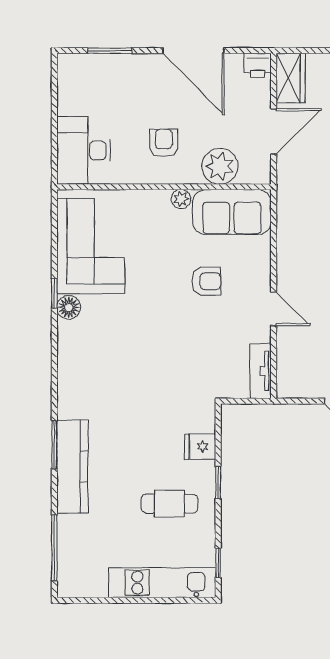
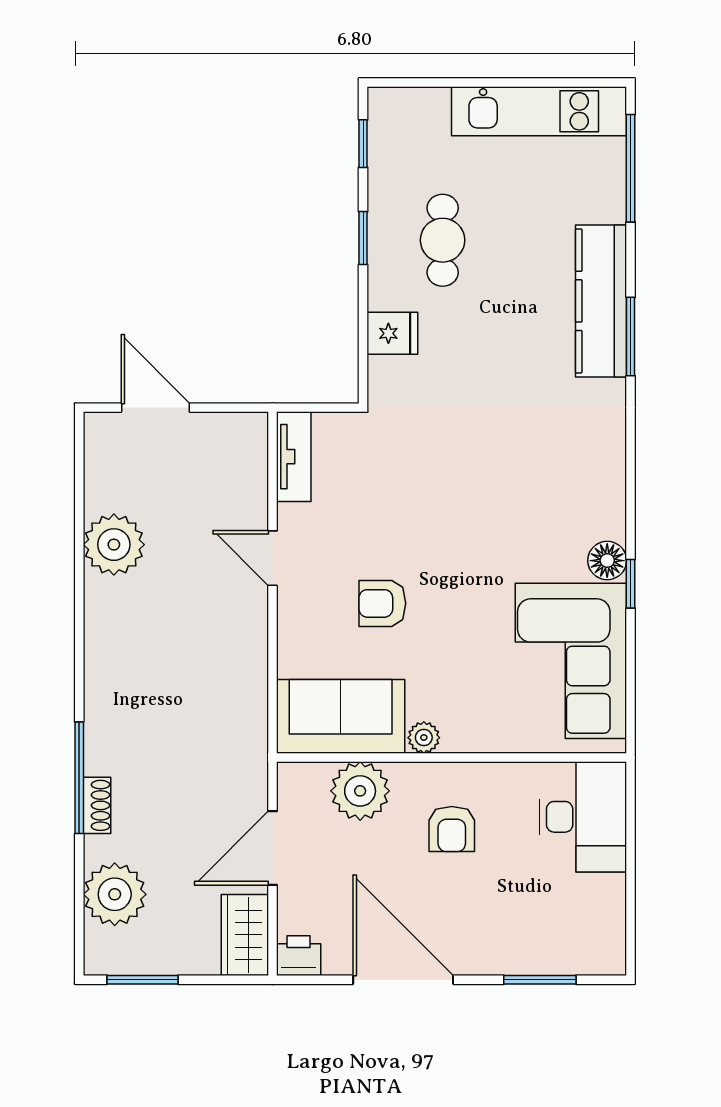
window: (218, 483) -> (363, 238), moved
cafe table: (169, 504) -> (443, 240), turned 90
kitchen unit: (162, 583) -> (539, 111), moved

